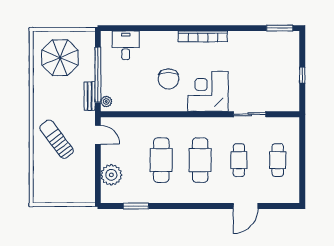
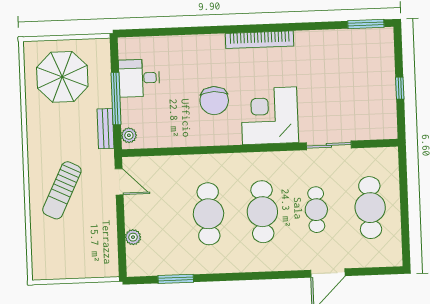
desk: (126, 45) -> (139, 78), moved, turned -90
window: (98, 75) -> (116, 99), width x0.68
sun lounger: (57, 139) -> (62, 190), turned -117
cafe table: (278, 160) -> (370, 208), width x1.37, depth x1.35
plant: (111, 175) -> (133, 237), width x0.53, depth x0.53

